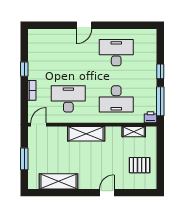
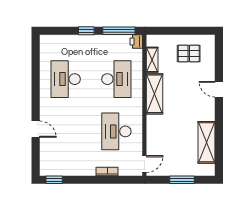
door: (84, 25) -> (36, 129), moved
window: (24, 69) -> (54, 180), moved
door: (39, 125) -> (144, 164), swing flipped
shelving: (86, 134) -> (155, 94), moved
pallet: (140, 165) -> (189, 54), turned 90

